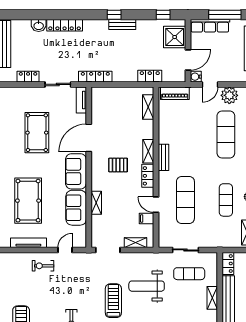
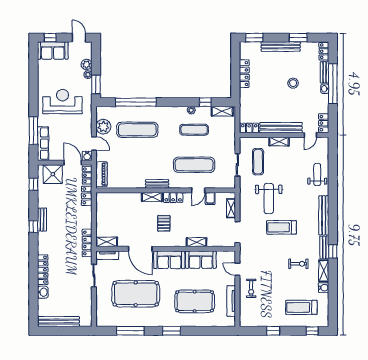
locker: (28, 77) -> (87, 175), moved
shelving: (148, 107) -> (107, 242), moved
pool table: (37, 133) -> (136, 294), width x1.36, depth x1.32

